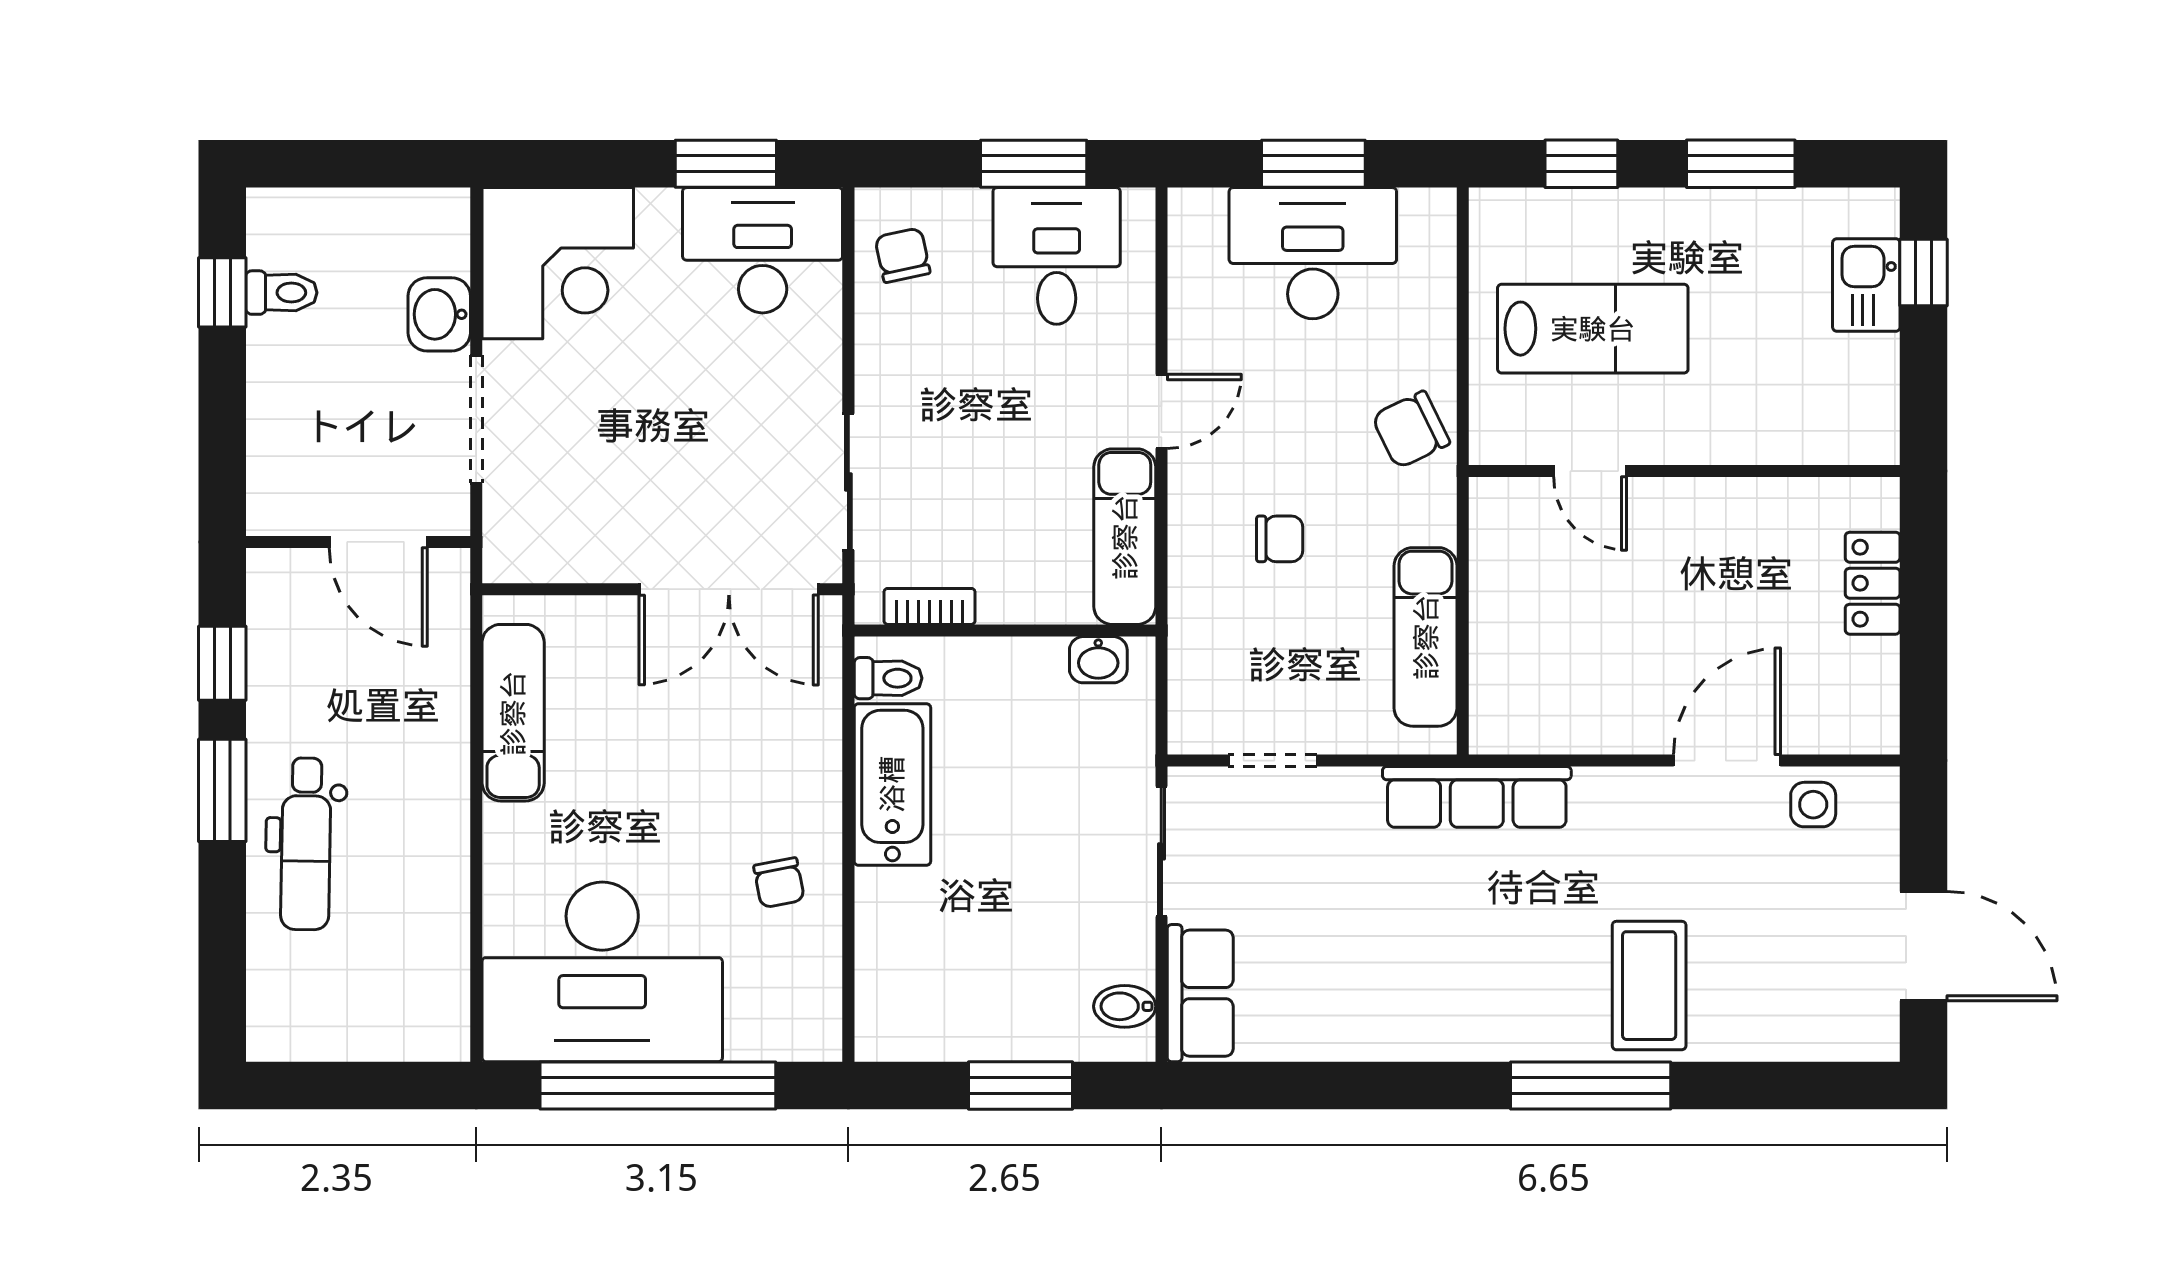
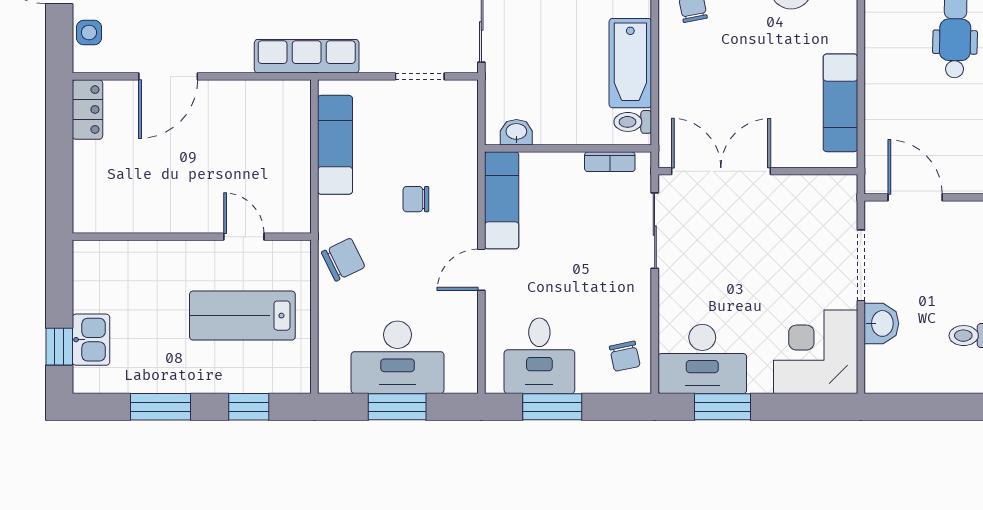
locker: (1873, 583) -> (87, 109), moved
side table: (1813, 805) -> (89, 33), moved

